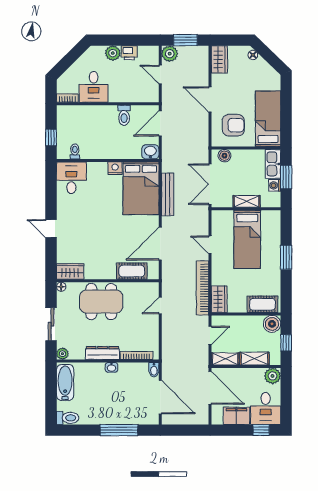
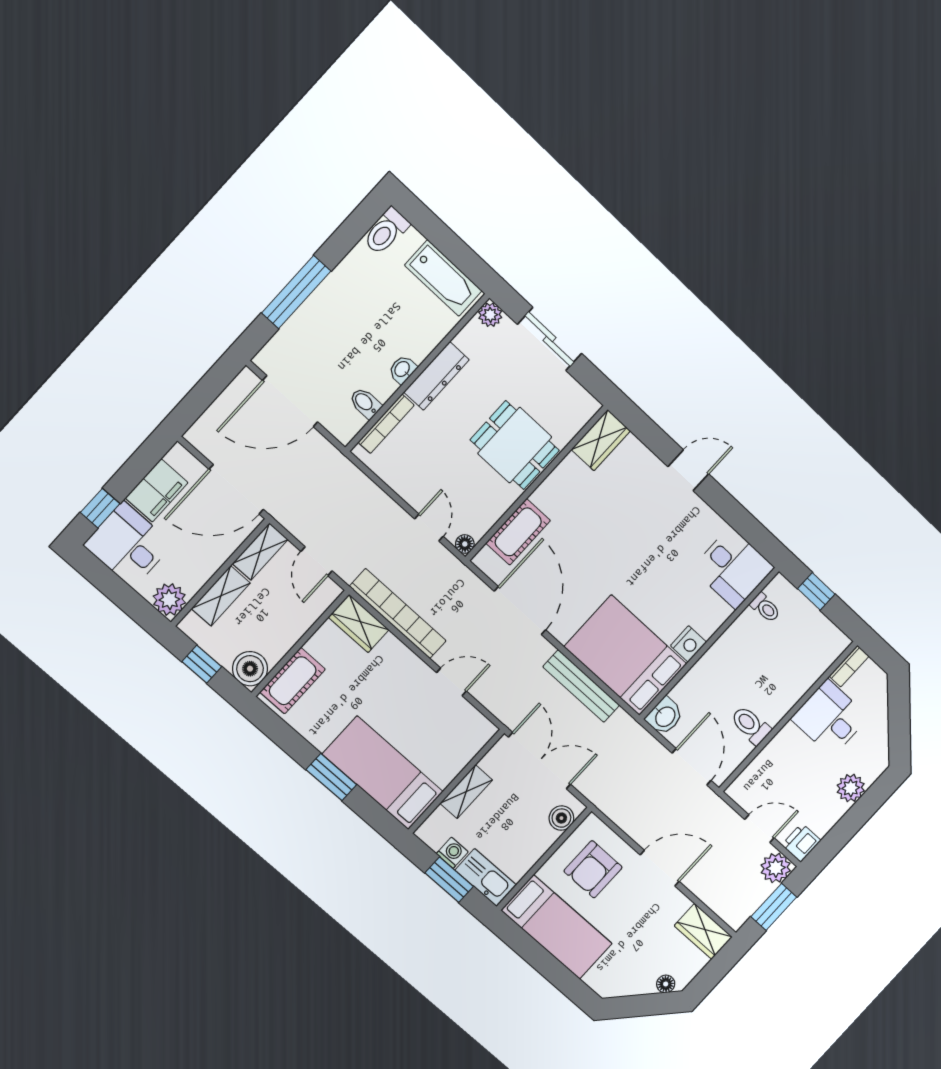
printer: (129, 53) -> (801, 843), moved
bed: (247, 239) -> (383, 773), moved
floor lamp: (61, 287) -> (465, 544), moved
dining table: (101, 302) -> (515, 445), width x0.73
bidet: (154, 370) -> (365, 403), moved

